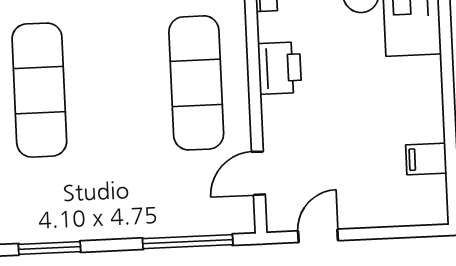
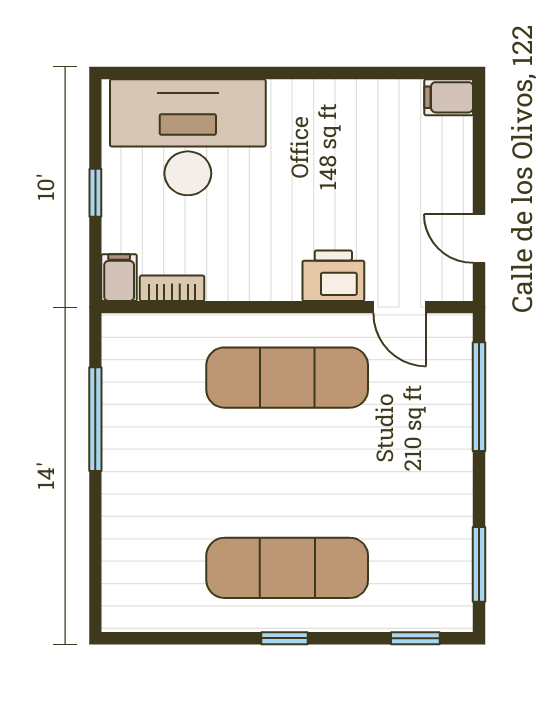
printer: (280, 68) -> (333, 276), moved
filing cabinet: (426, 159) -> (449, 97), moved, turned 90

